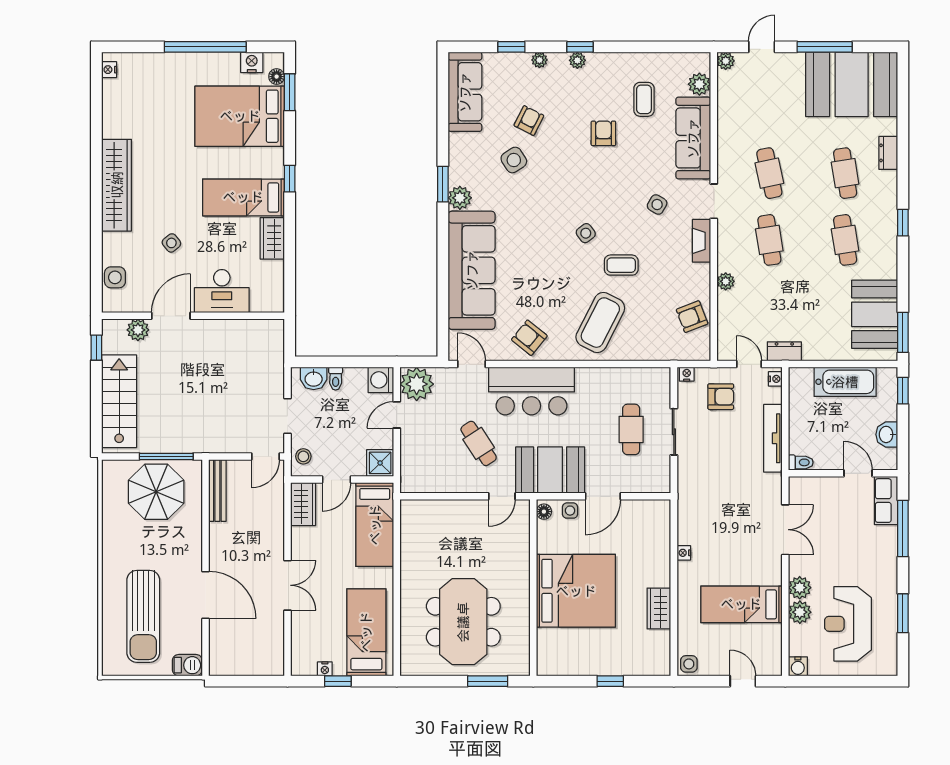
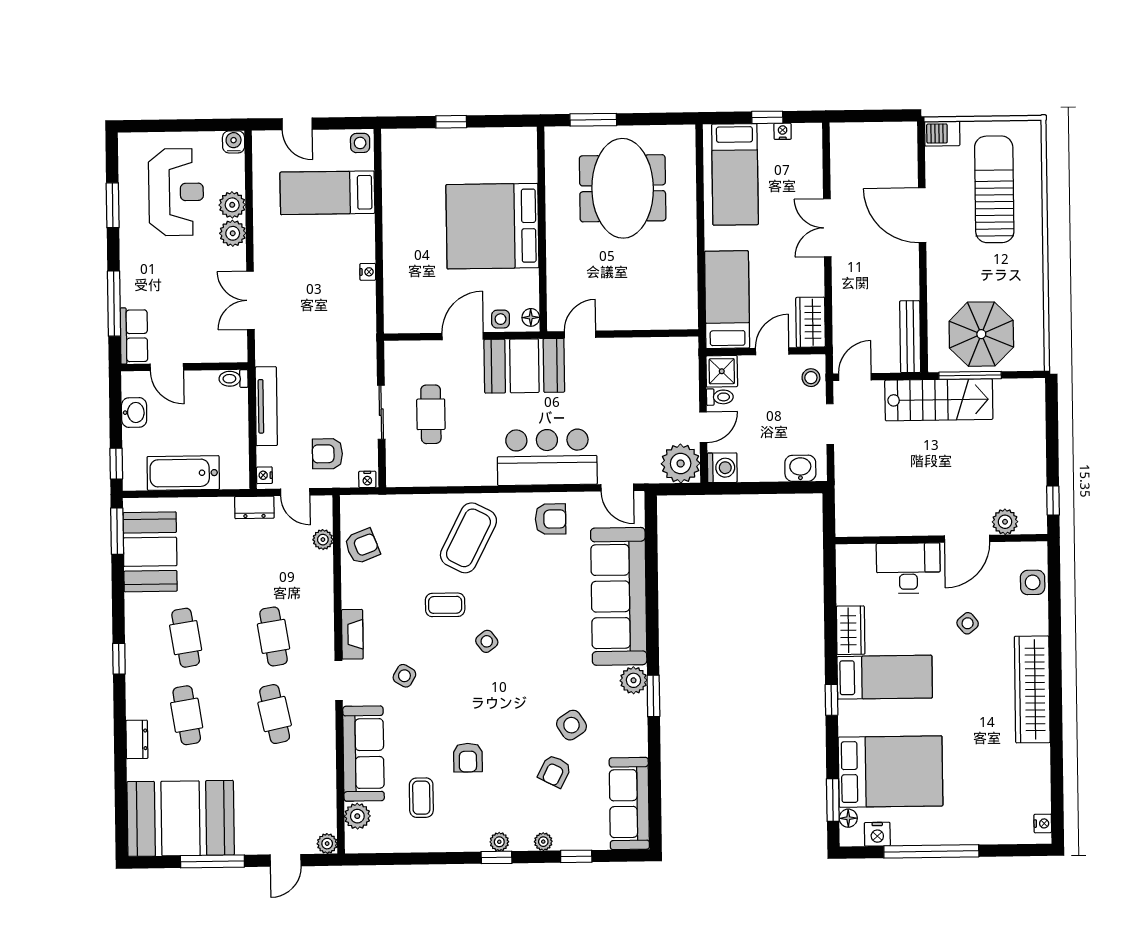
plant: (726, 281) -> (323, 540), moved
armchair: (529, 338) -> (551, 519), turned -39
toilet: (336, 379) -> (720, 397), moved, turned 90
stairs: (119, 401) -> (939, 400), moved, turned -90
cafe table: (479, 443) -> (608, 396), removed
bed: (741, 604) -> (327, 193), moved, turned 180
wardrobe: (659, 608) -> (396, 207), removed

